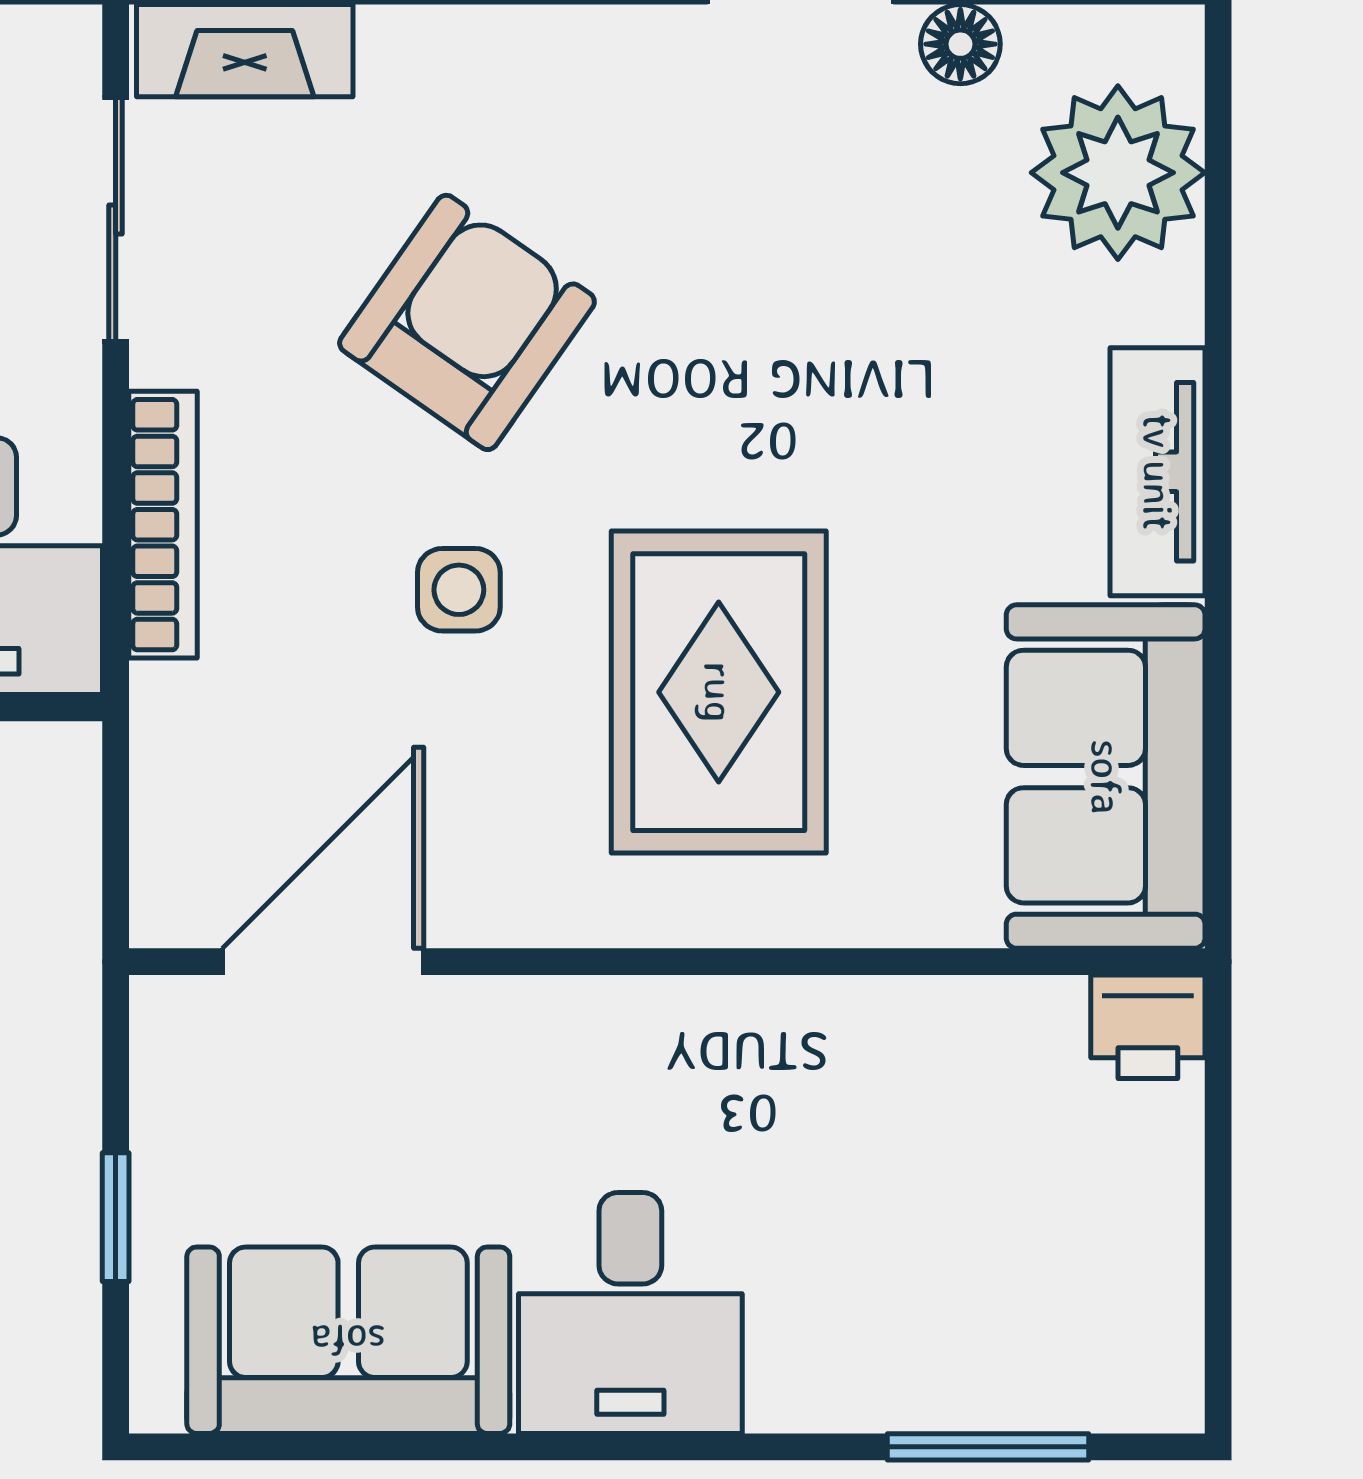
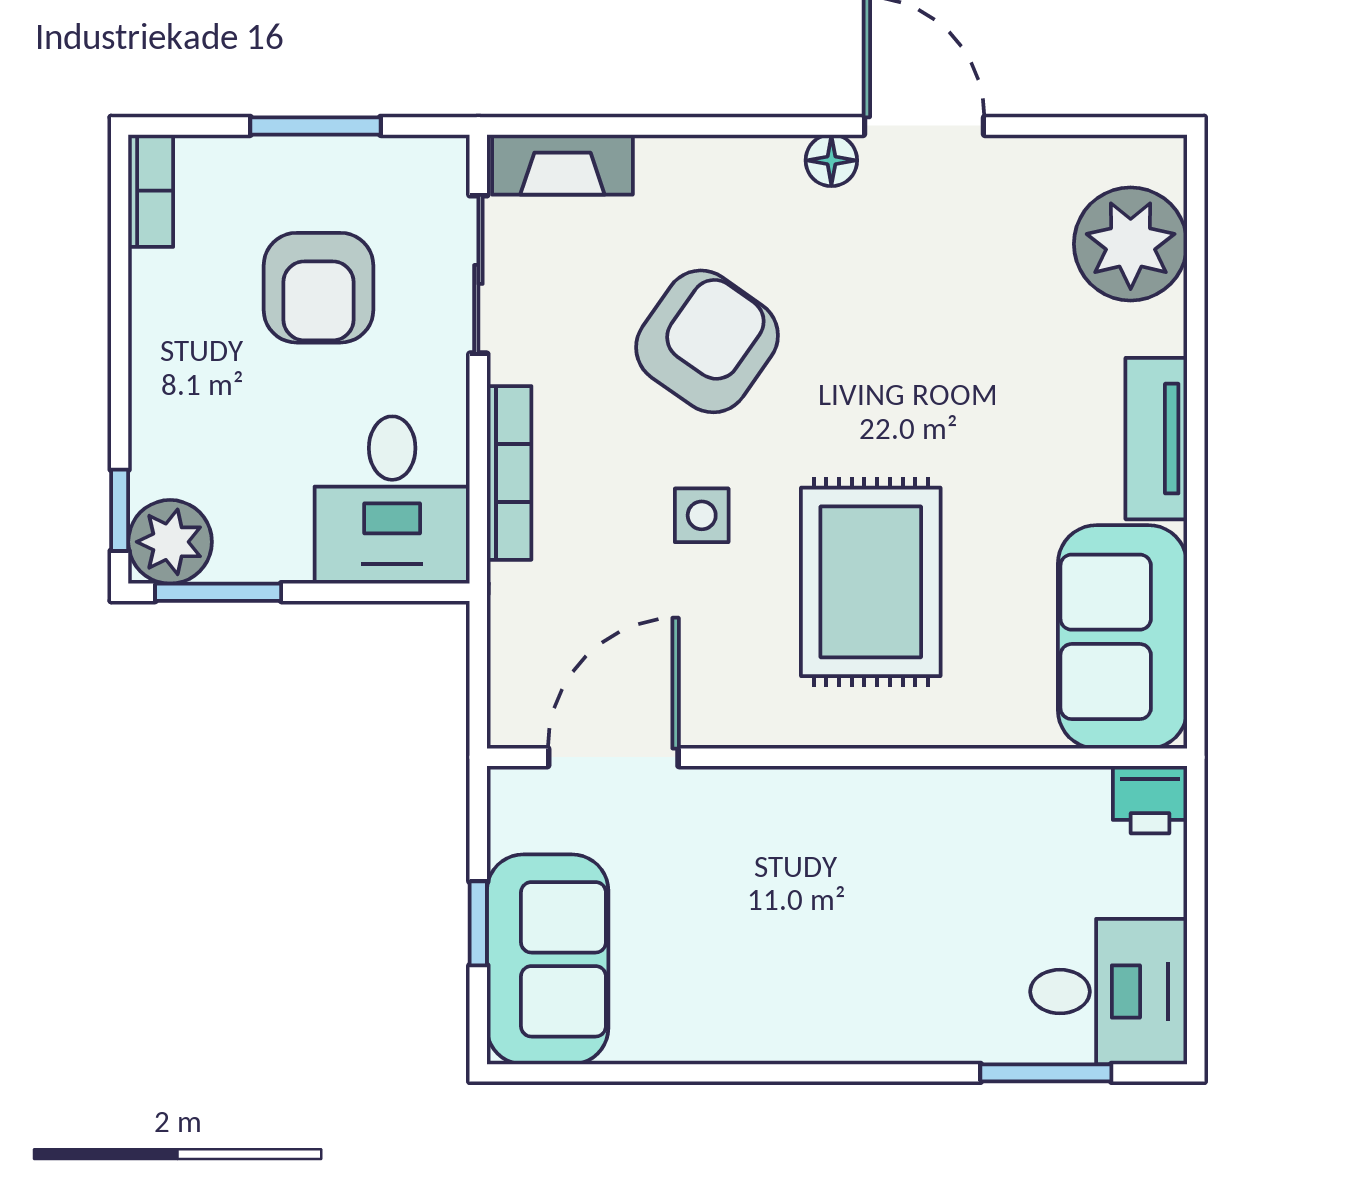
floor lamp: (960, 44) -> (831, 160), moved
desk: (630, 1313) -> (1109, 992), moved, turned -90
sofa: (348, 1340) -> (548, 959), moved, turned 90

